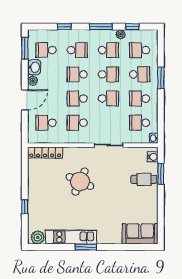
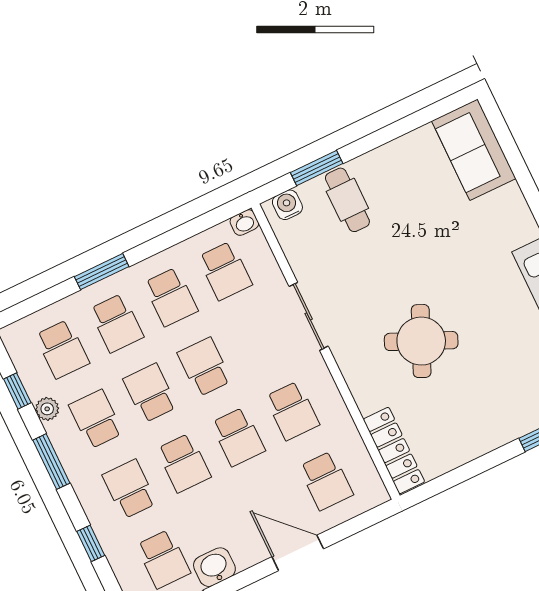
school desk: (140, 74) -> (116, 323), turned 180
plant: (33, 81) -> (246, 556), removed

